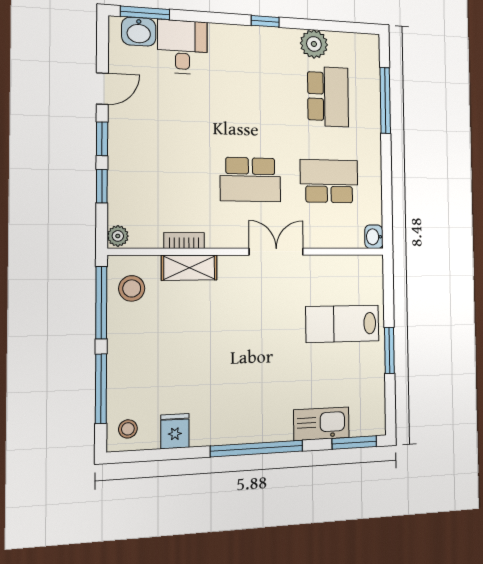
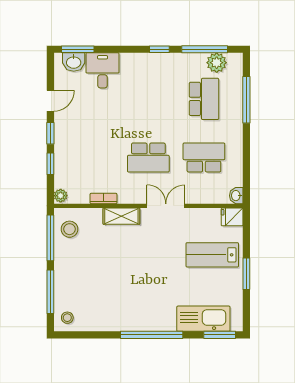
window: (328, 26) -> (205, 49), added
plant: (314, 44) -> (217, 63), moved
shelving: (189, 268) -> (121, 216), moved
kitchen sink: (321, 424) -> (203, 319), width x1.36, depth x1.24
fridge: (175, 431) -> (232, 217), moved, turned -90

